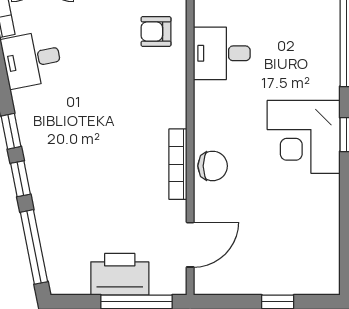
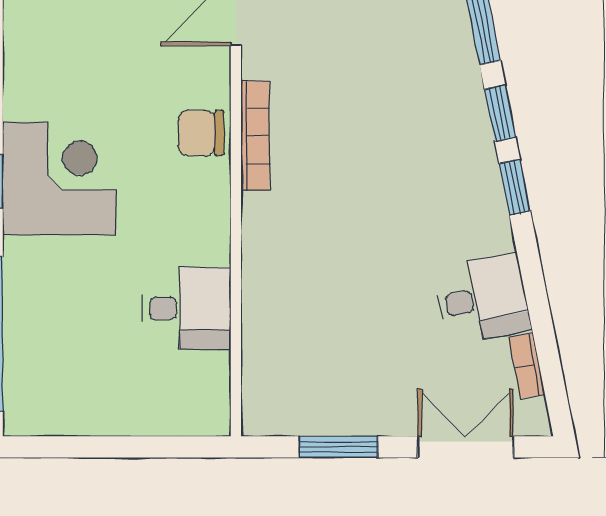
armchair: (156, 32) -> (289, 342), removed

